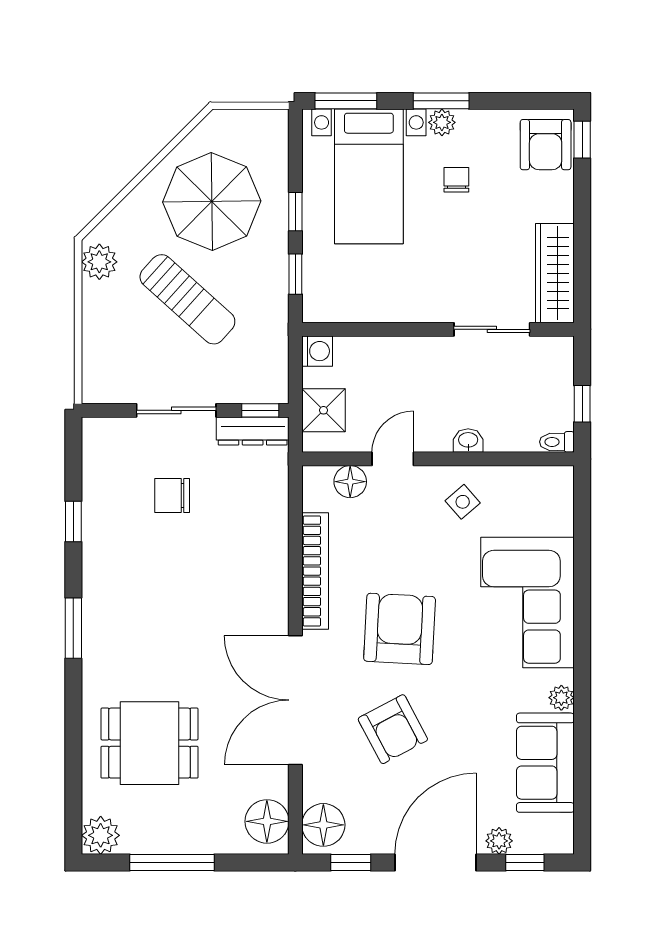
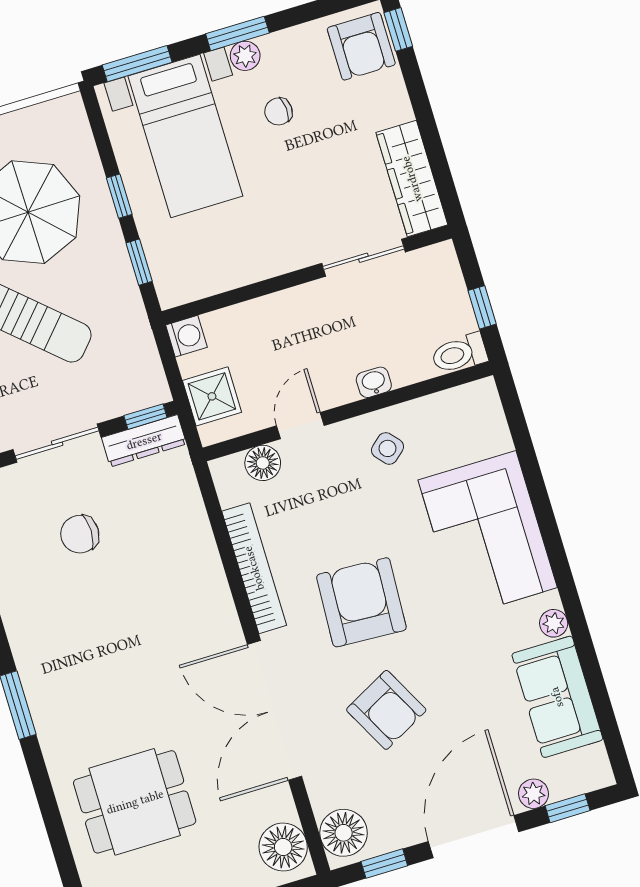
chair: (456, 180) -> (279, 111), turned -94
toilet: (557, 442) -> (459, 354), width x1.37, depth x1.39

